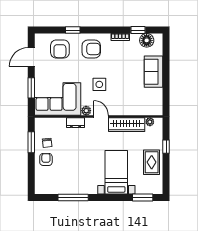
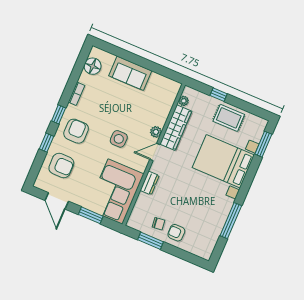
window: (138, 30) -> (59, 114), moved
plant: (86, 111) -> (156, 132), moved
bed with nightstands: (116, 172) -> (223, 161), width x1.36

